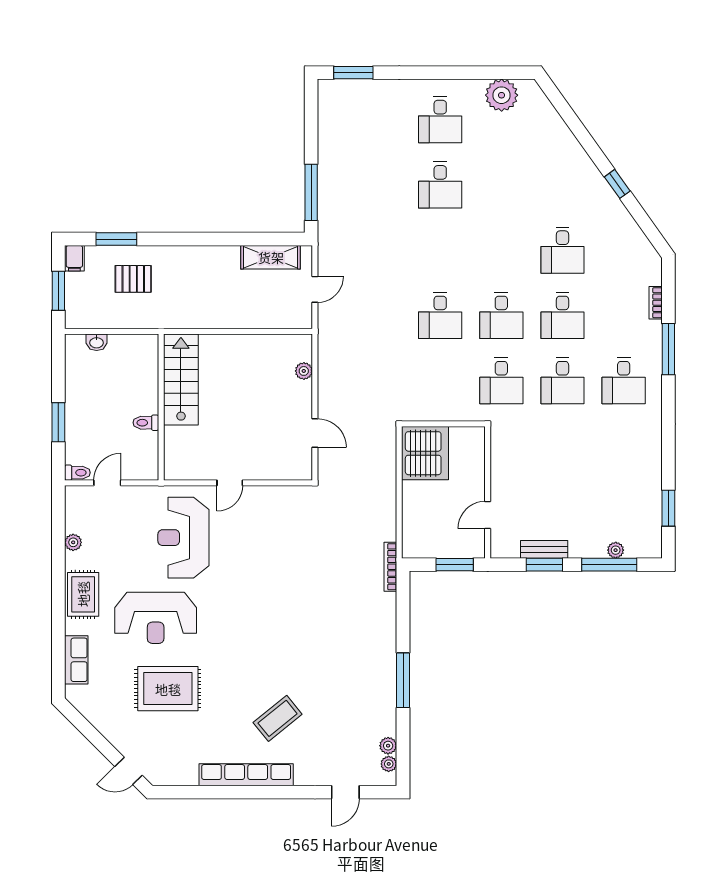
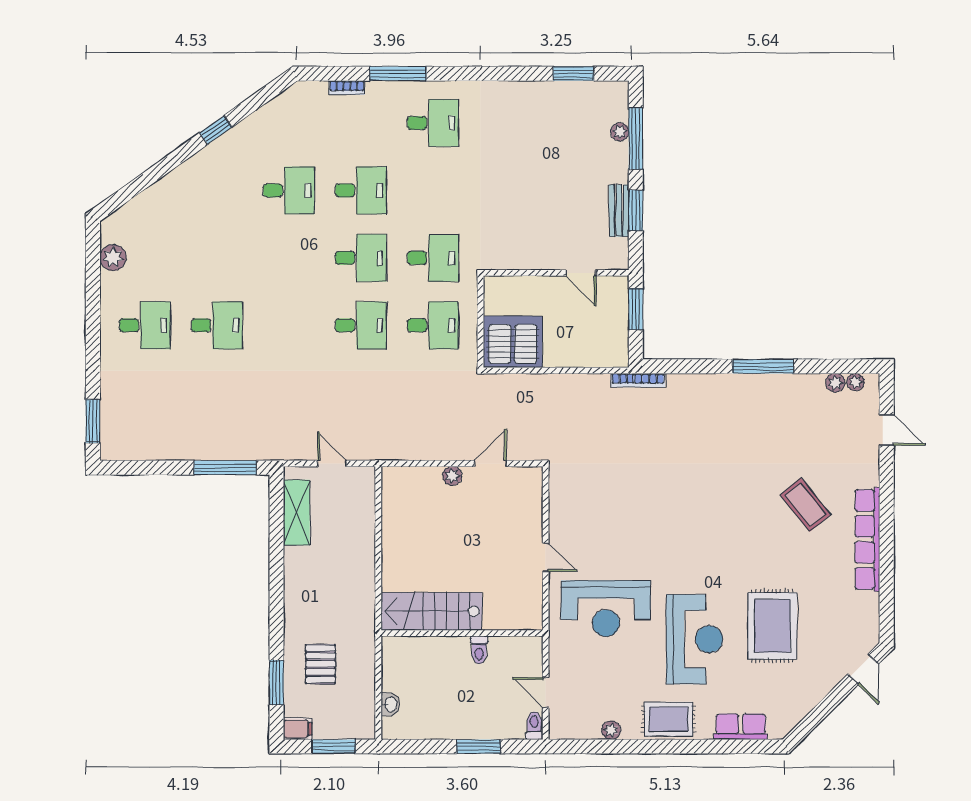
plant: (502, 95) -> (113, 258), width x0.73, depth x0.73
plant: (304, 371) -> (452, 476), moved
desk: (562, 381) -> (433, 325), moved

